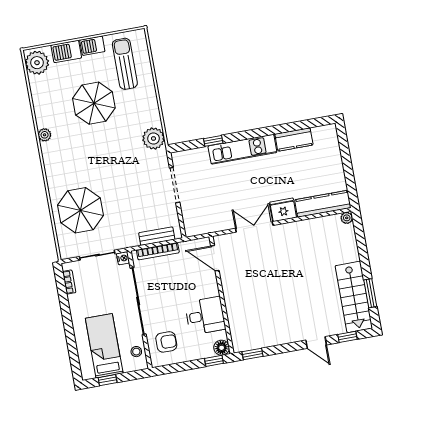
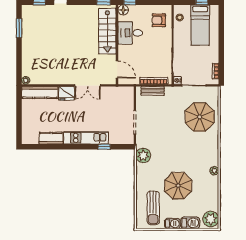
stairs: (354, 297) -> (107, 31), moved, turned 180

